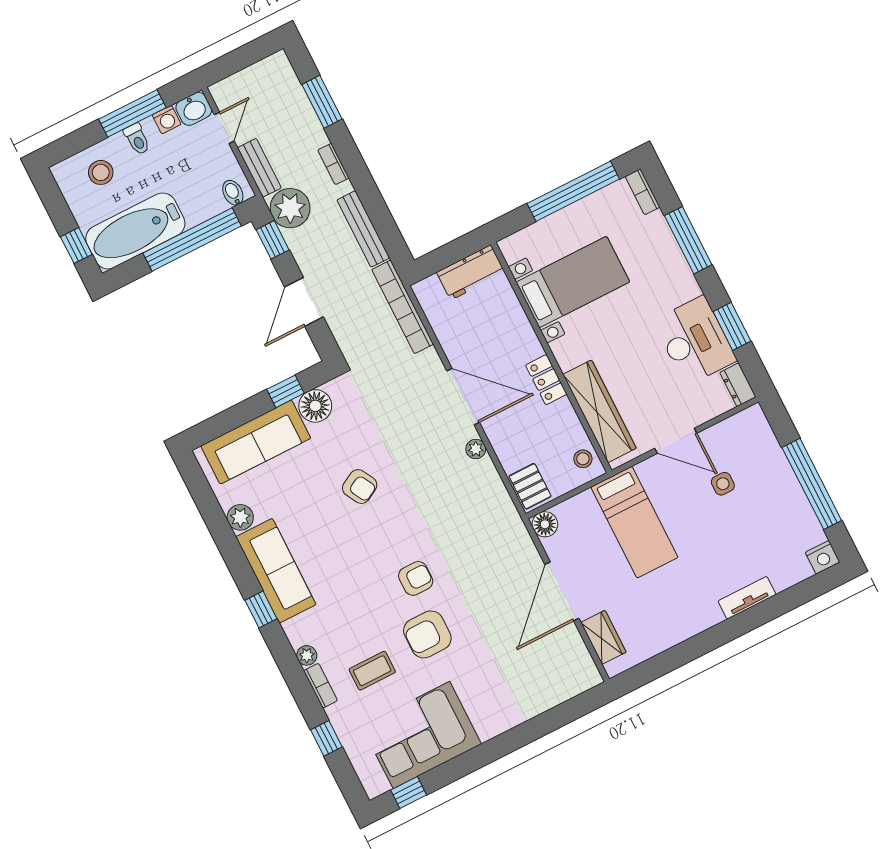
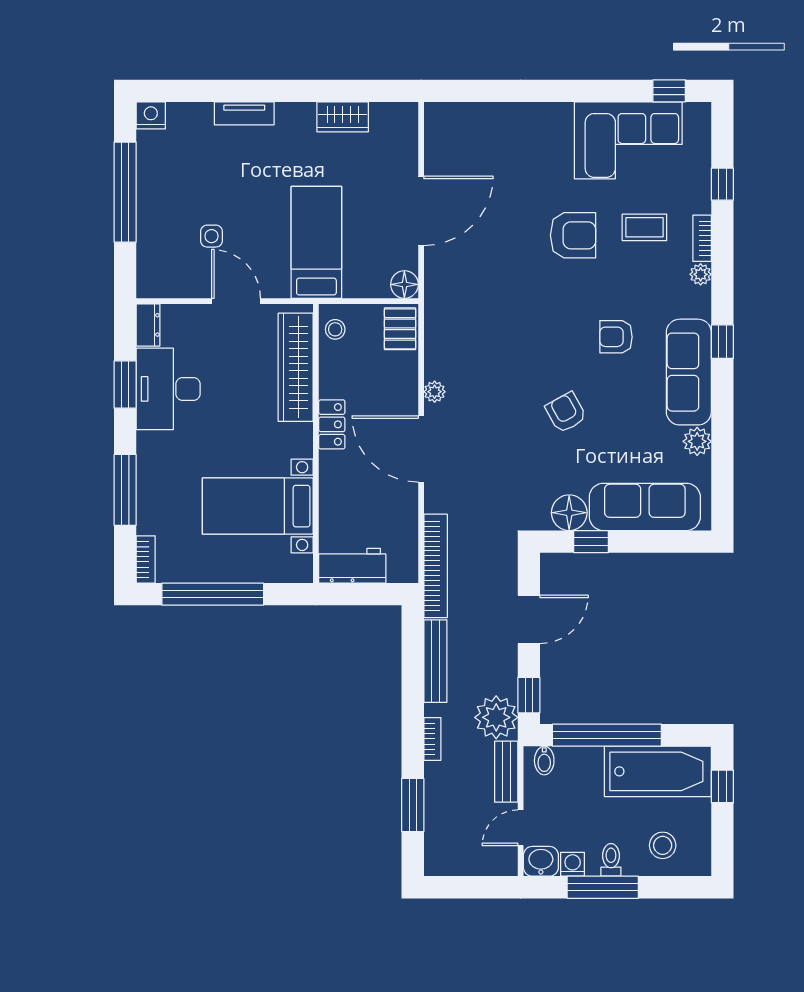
armchair: (416, 578) -> (616, 337), moved
wardrobe: (603, 637) -> (343, 117), moved, turned -90

